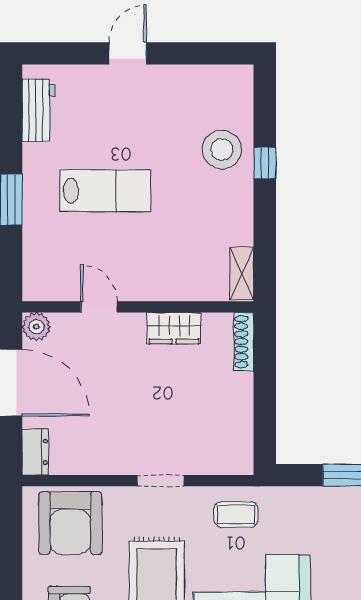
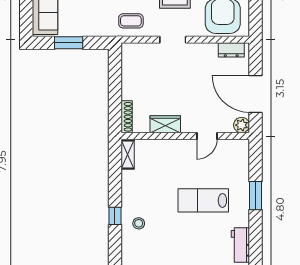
stool: (222, 150) -> (139, 223), width x0.53, depth x0.53
door: (99, 307) -> (207, 136), hinge flipped
dresser: (35, 452) -> (231, 50), moved, turned -90

